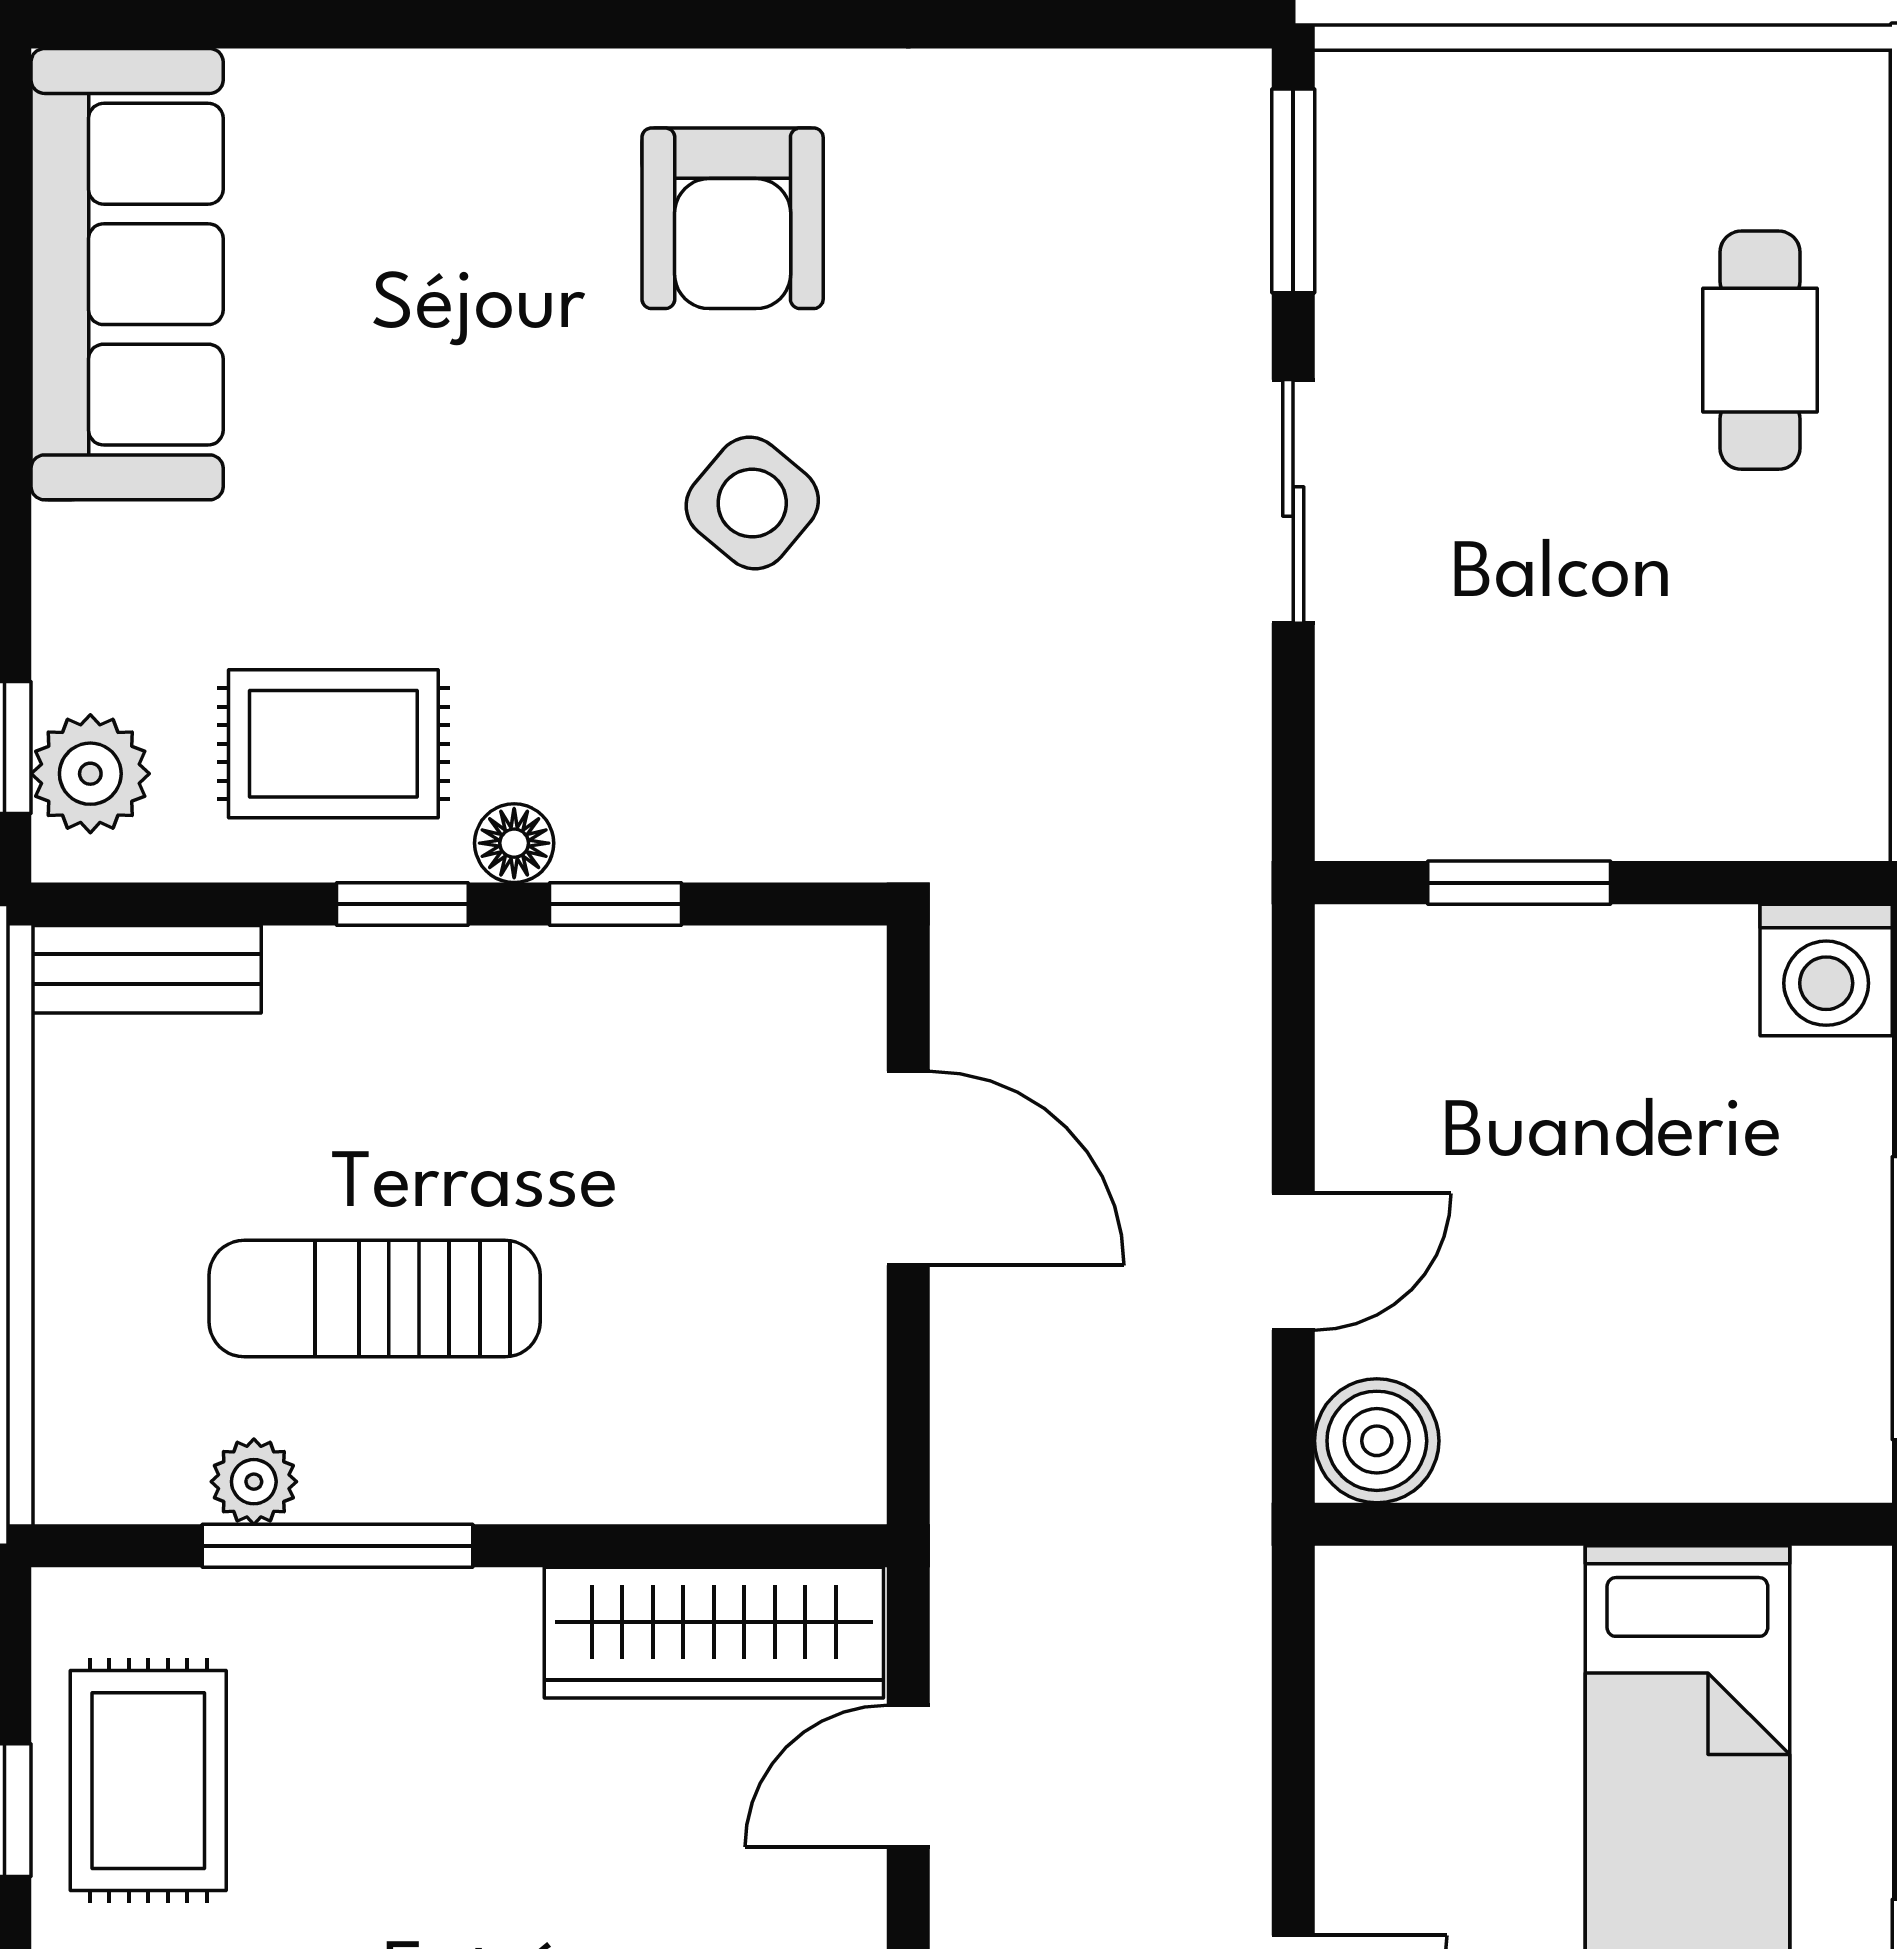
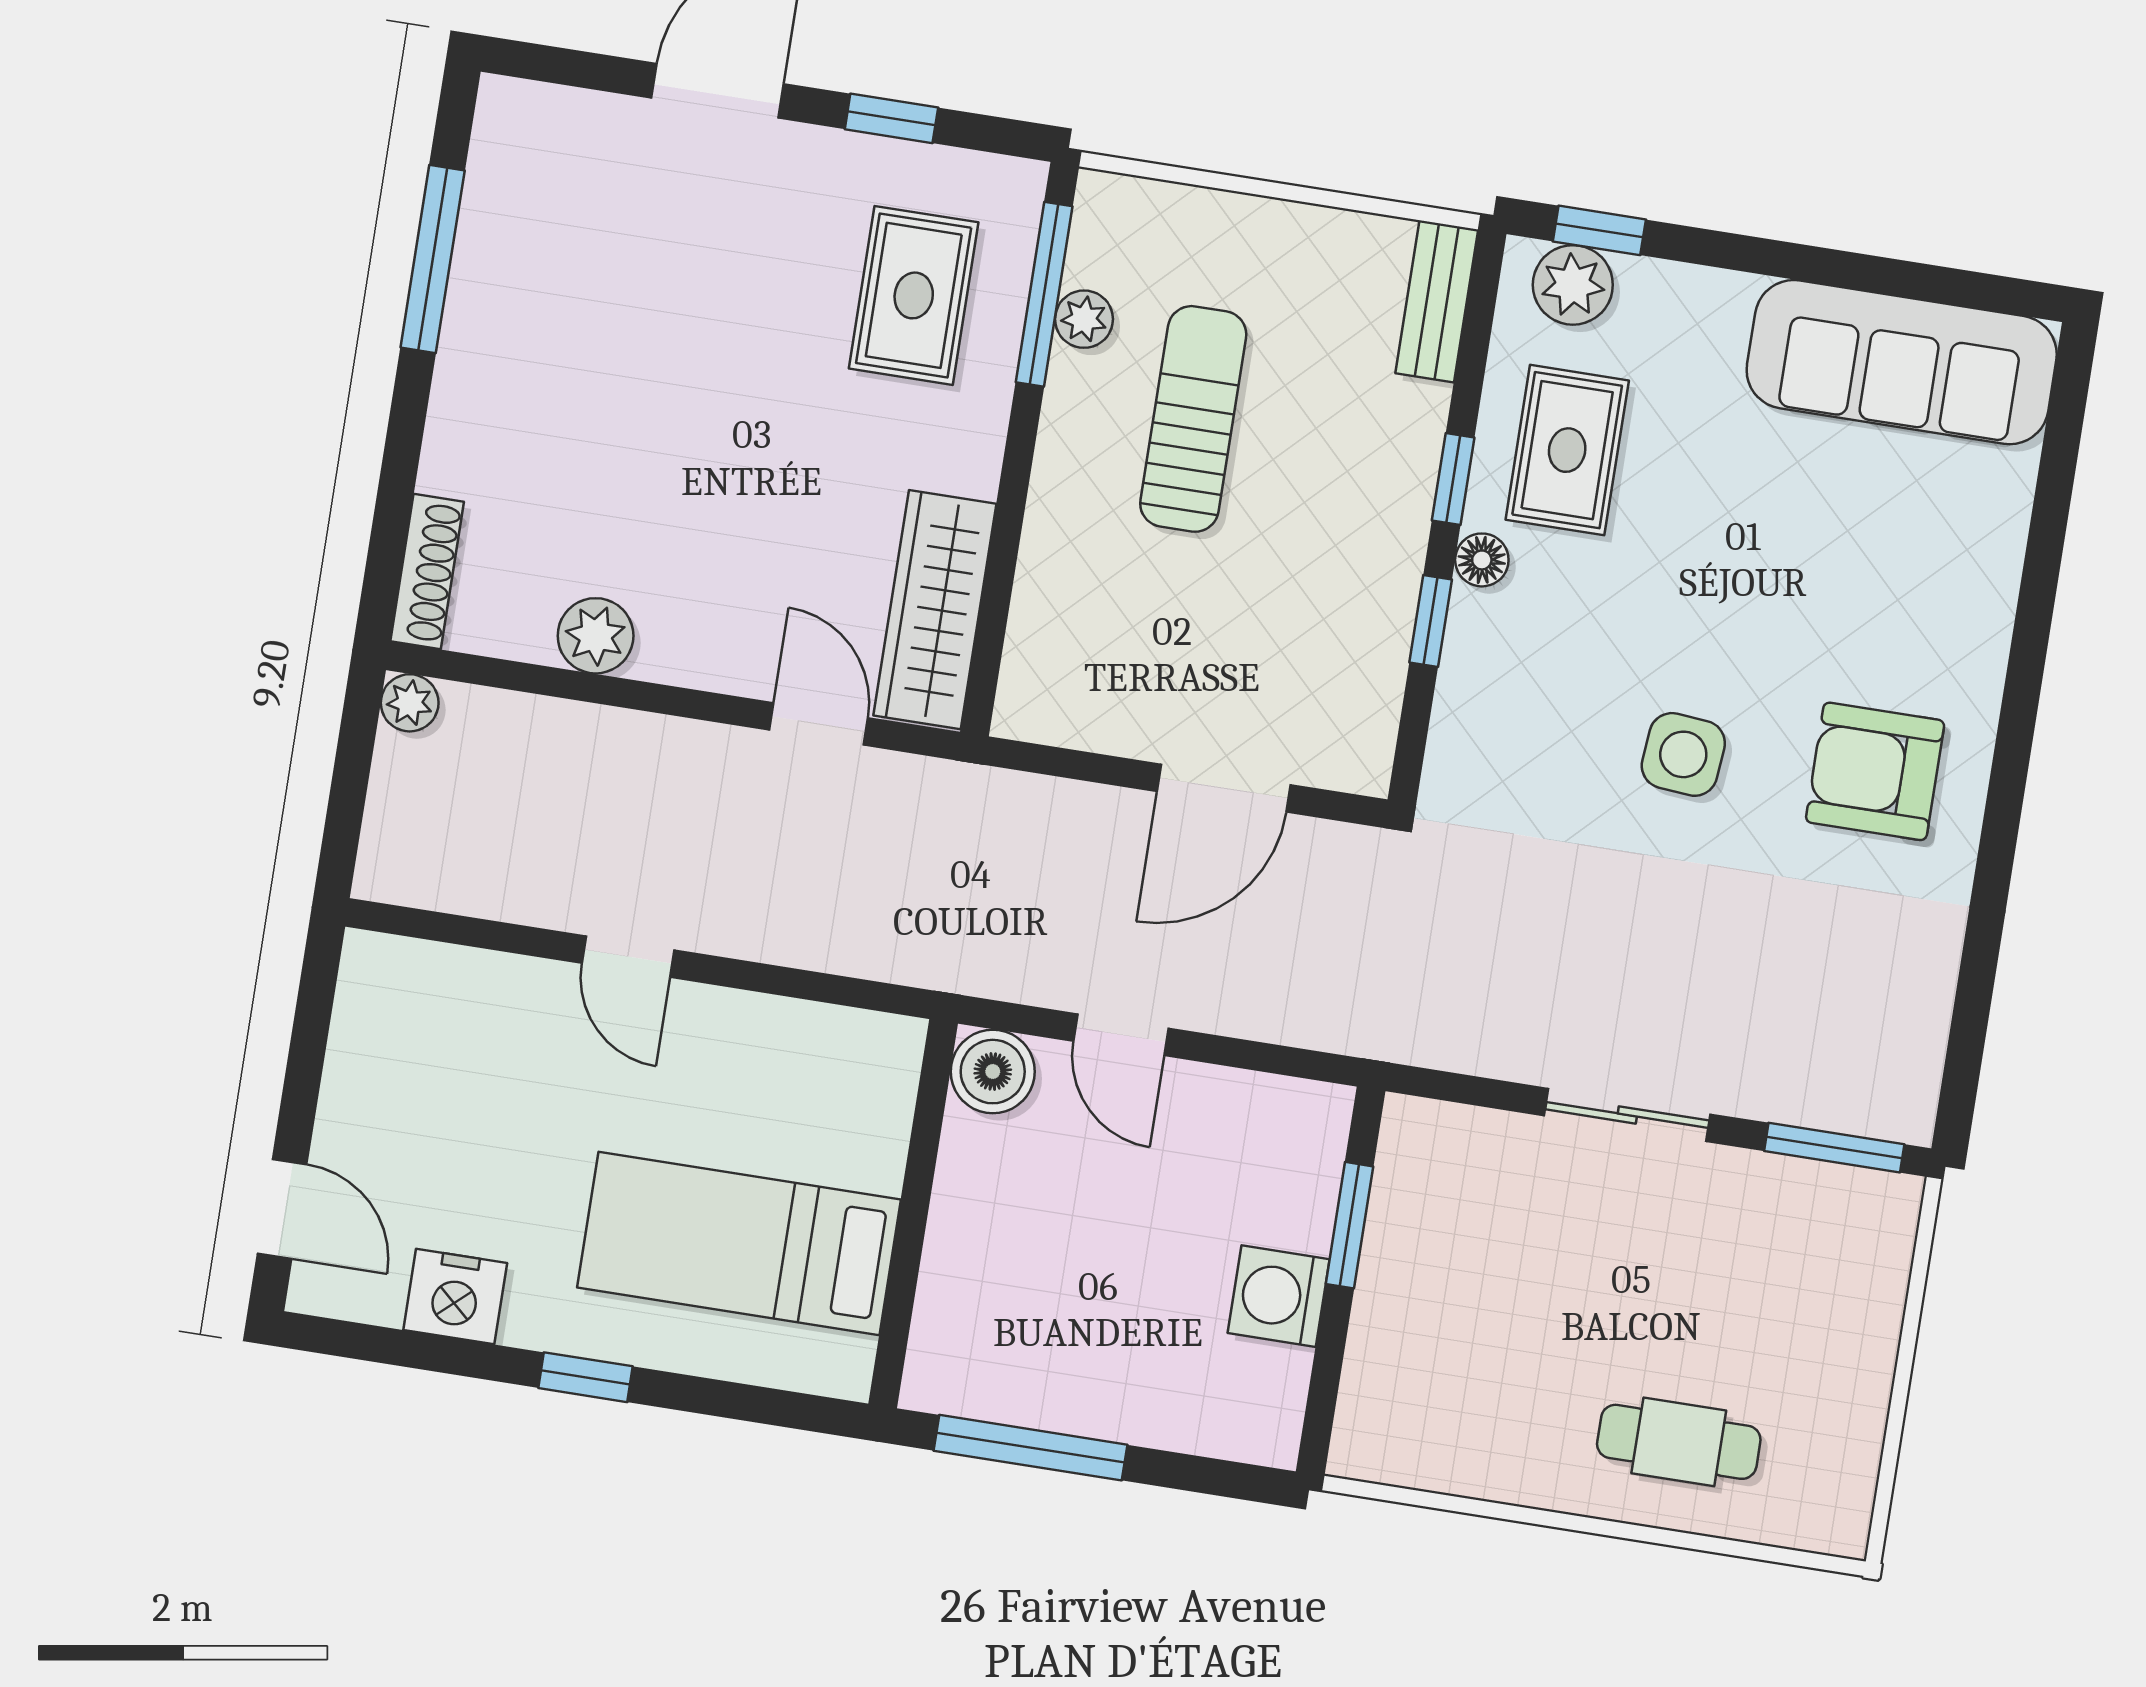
side table: (752, 503) -> (1683, 754), turned -35
washing machine: (1826, 970) -> (1279, 1296), moved
window: (337, 1546) -> (1044, 294), moved
rug: (148, 1781) -> (914, 295), moved, turned 90

